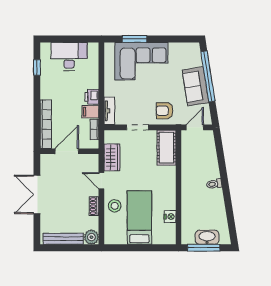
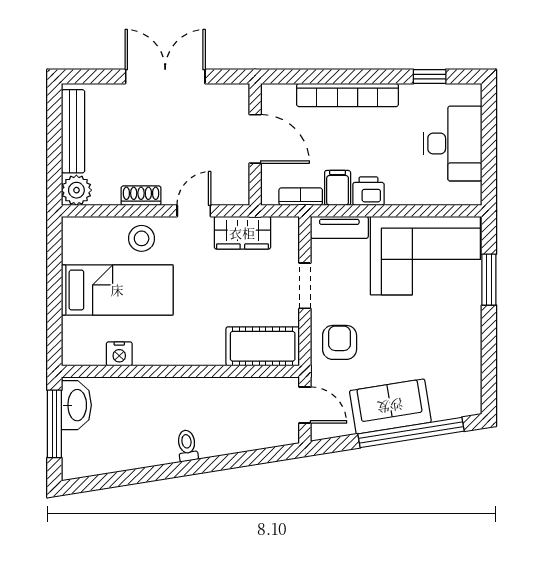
corner sofa: (141, 61) -> (425, 256), moved, turned -90
bookcase: (46, 124) -> (347, 95), moved
washbasin: (207, 237) -> (76, 405), moved

